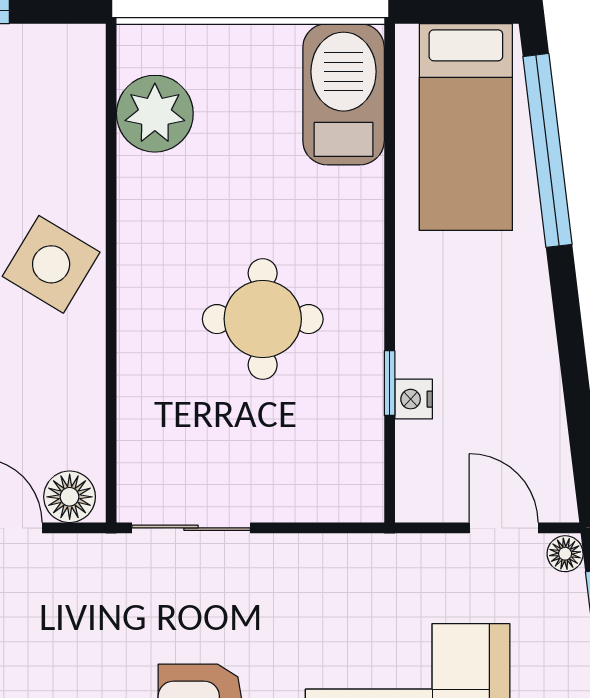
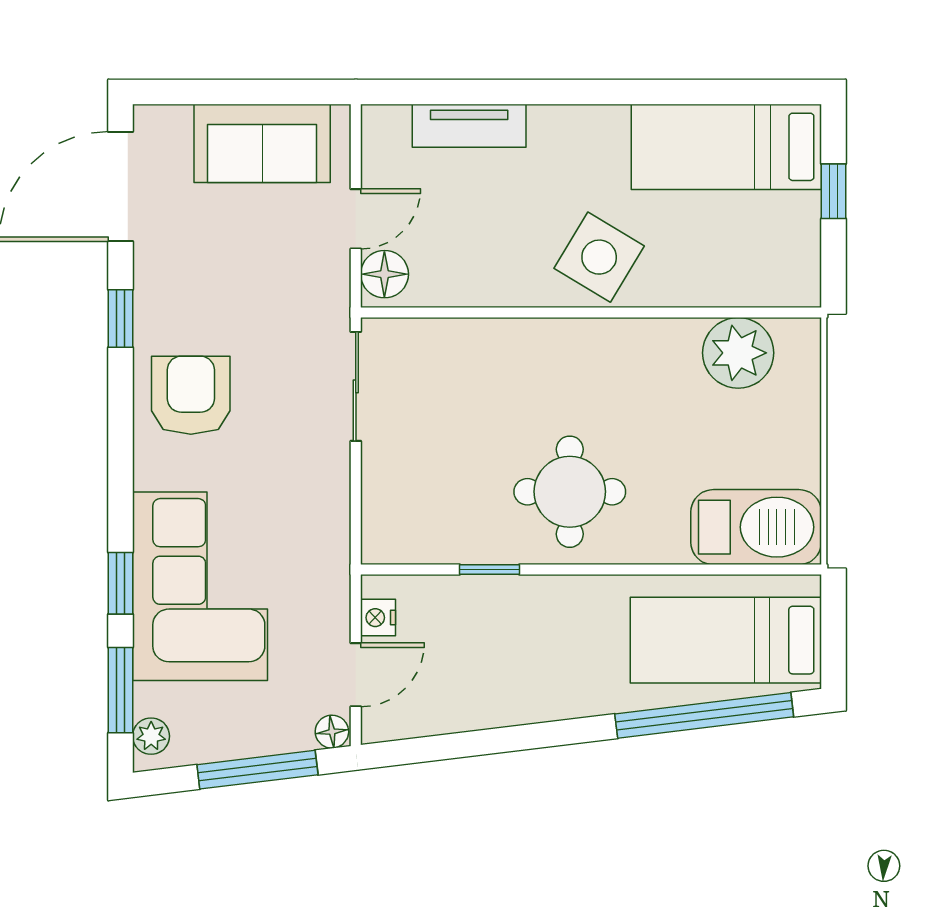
round table: (263, 319) -> (570, 492), moved
nightstand: (414, 399) -> (378, 618), moved, turned -90

